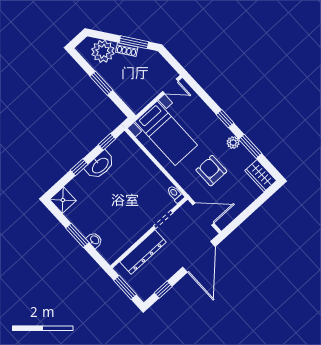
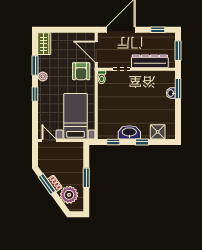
armchair: (211, 171) -> (81, 71), moved
shower: (63, 200) -> (158, 132), moved
window: (77, 235) -> (178, 89), moved

